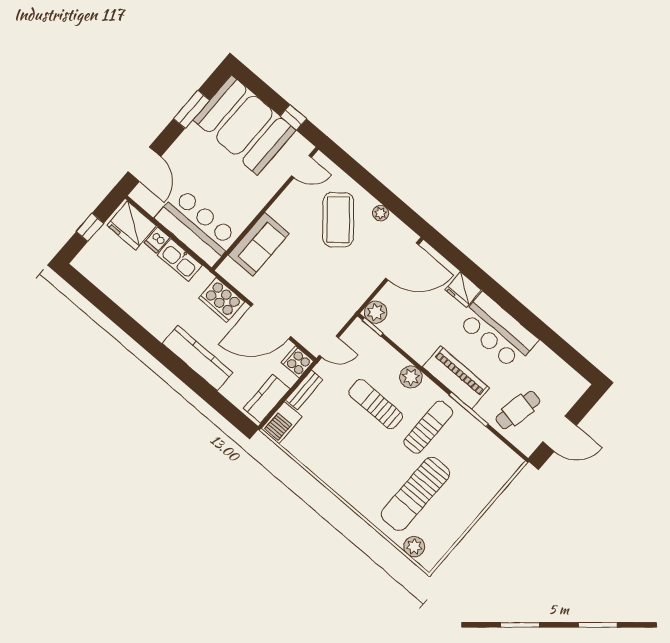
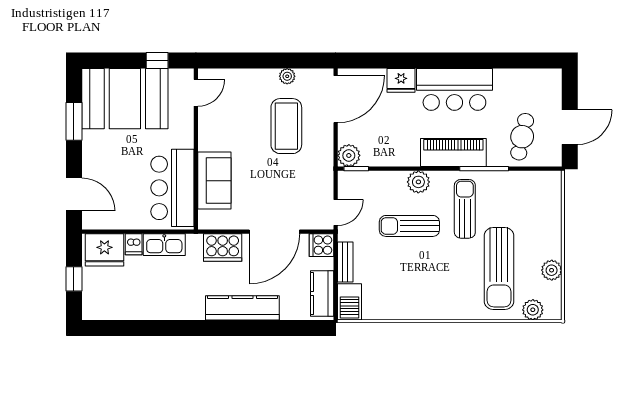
coffee table: (338, 220) -> (286, 126), moved, turned 40
bar counter: (197, 227) -> (172, 188), moved, turned -90
plant: (454, 529) -> (552, 270), added

